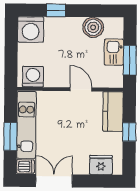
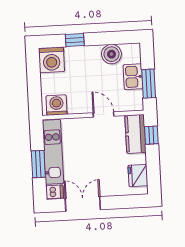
window: (129, 132) -> (151, 135), moved
fridge: (101, 165) -> (138, 176), moved, turned -90

